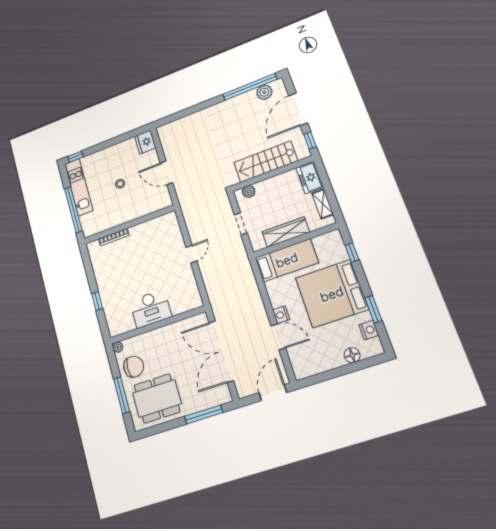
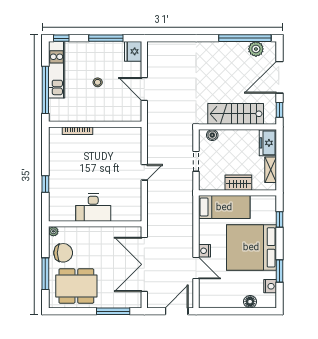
window: (116, 140) -> (106, 38), added
wardrobe: (286, 232) -> (238, 183), width x0.67

